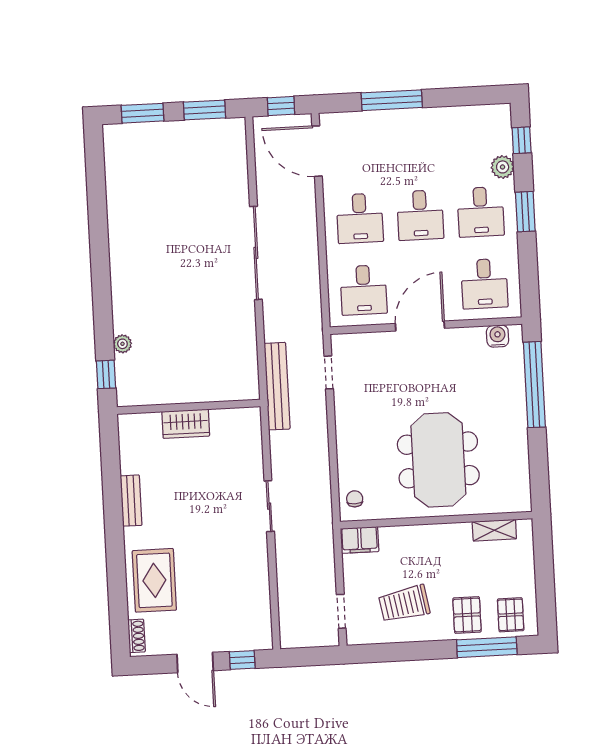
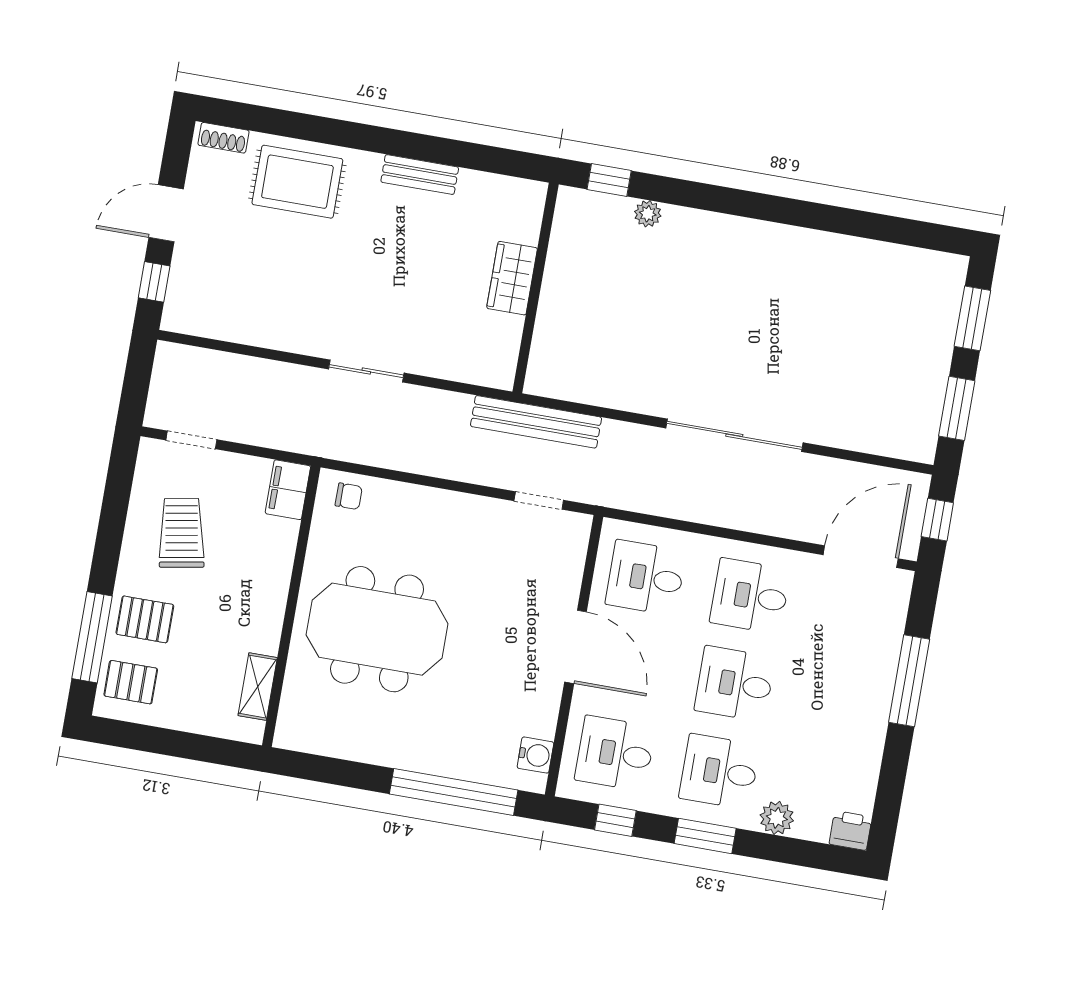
printer: (500, 116) -> (851, 831), added
window: (522, 140) -> (615, 820), moved

